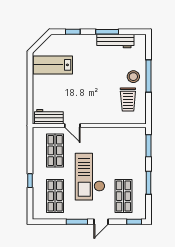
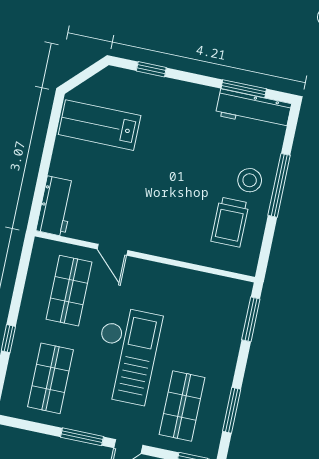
window: (107, 32) -> (244, 89), moved
workbench: (115, 41) -> (253, 109), moved
workbench: (49, 117) -> (56, 206), moved, turned 90
checkout: (90, 177) -> (126, 355), turned 180
window: (149, 183) -> (232, 410), moved

